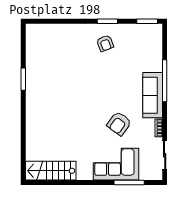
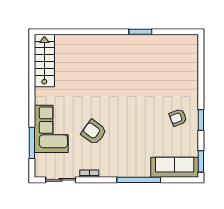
sofa: (153, 95) -> (175, 167), moved

